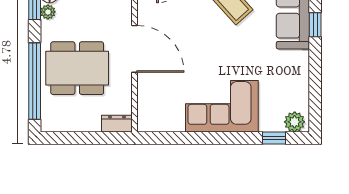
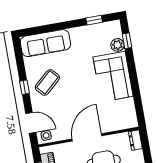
window: (315, 25) -> (94, 20), moved
plant: (295, 122) -> (117, 45), moved

